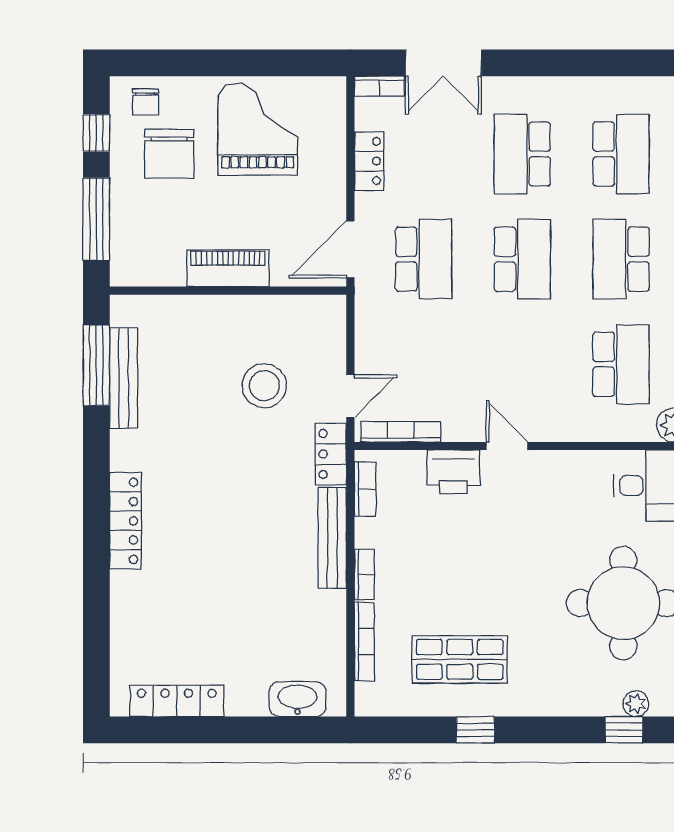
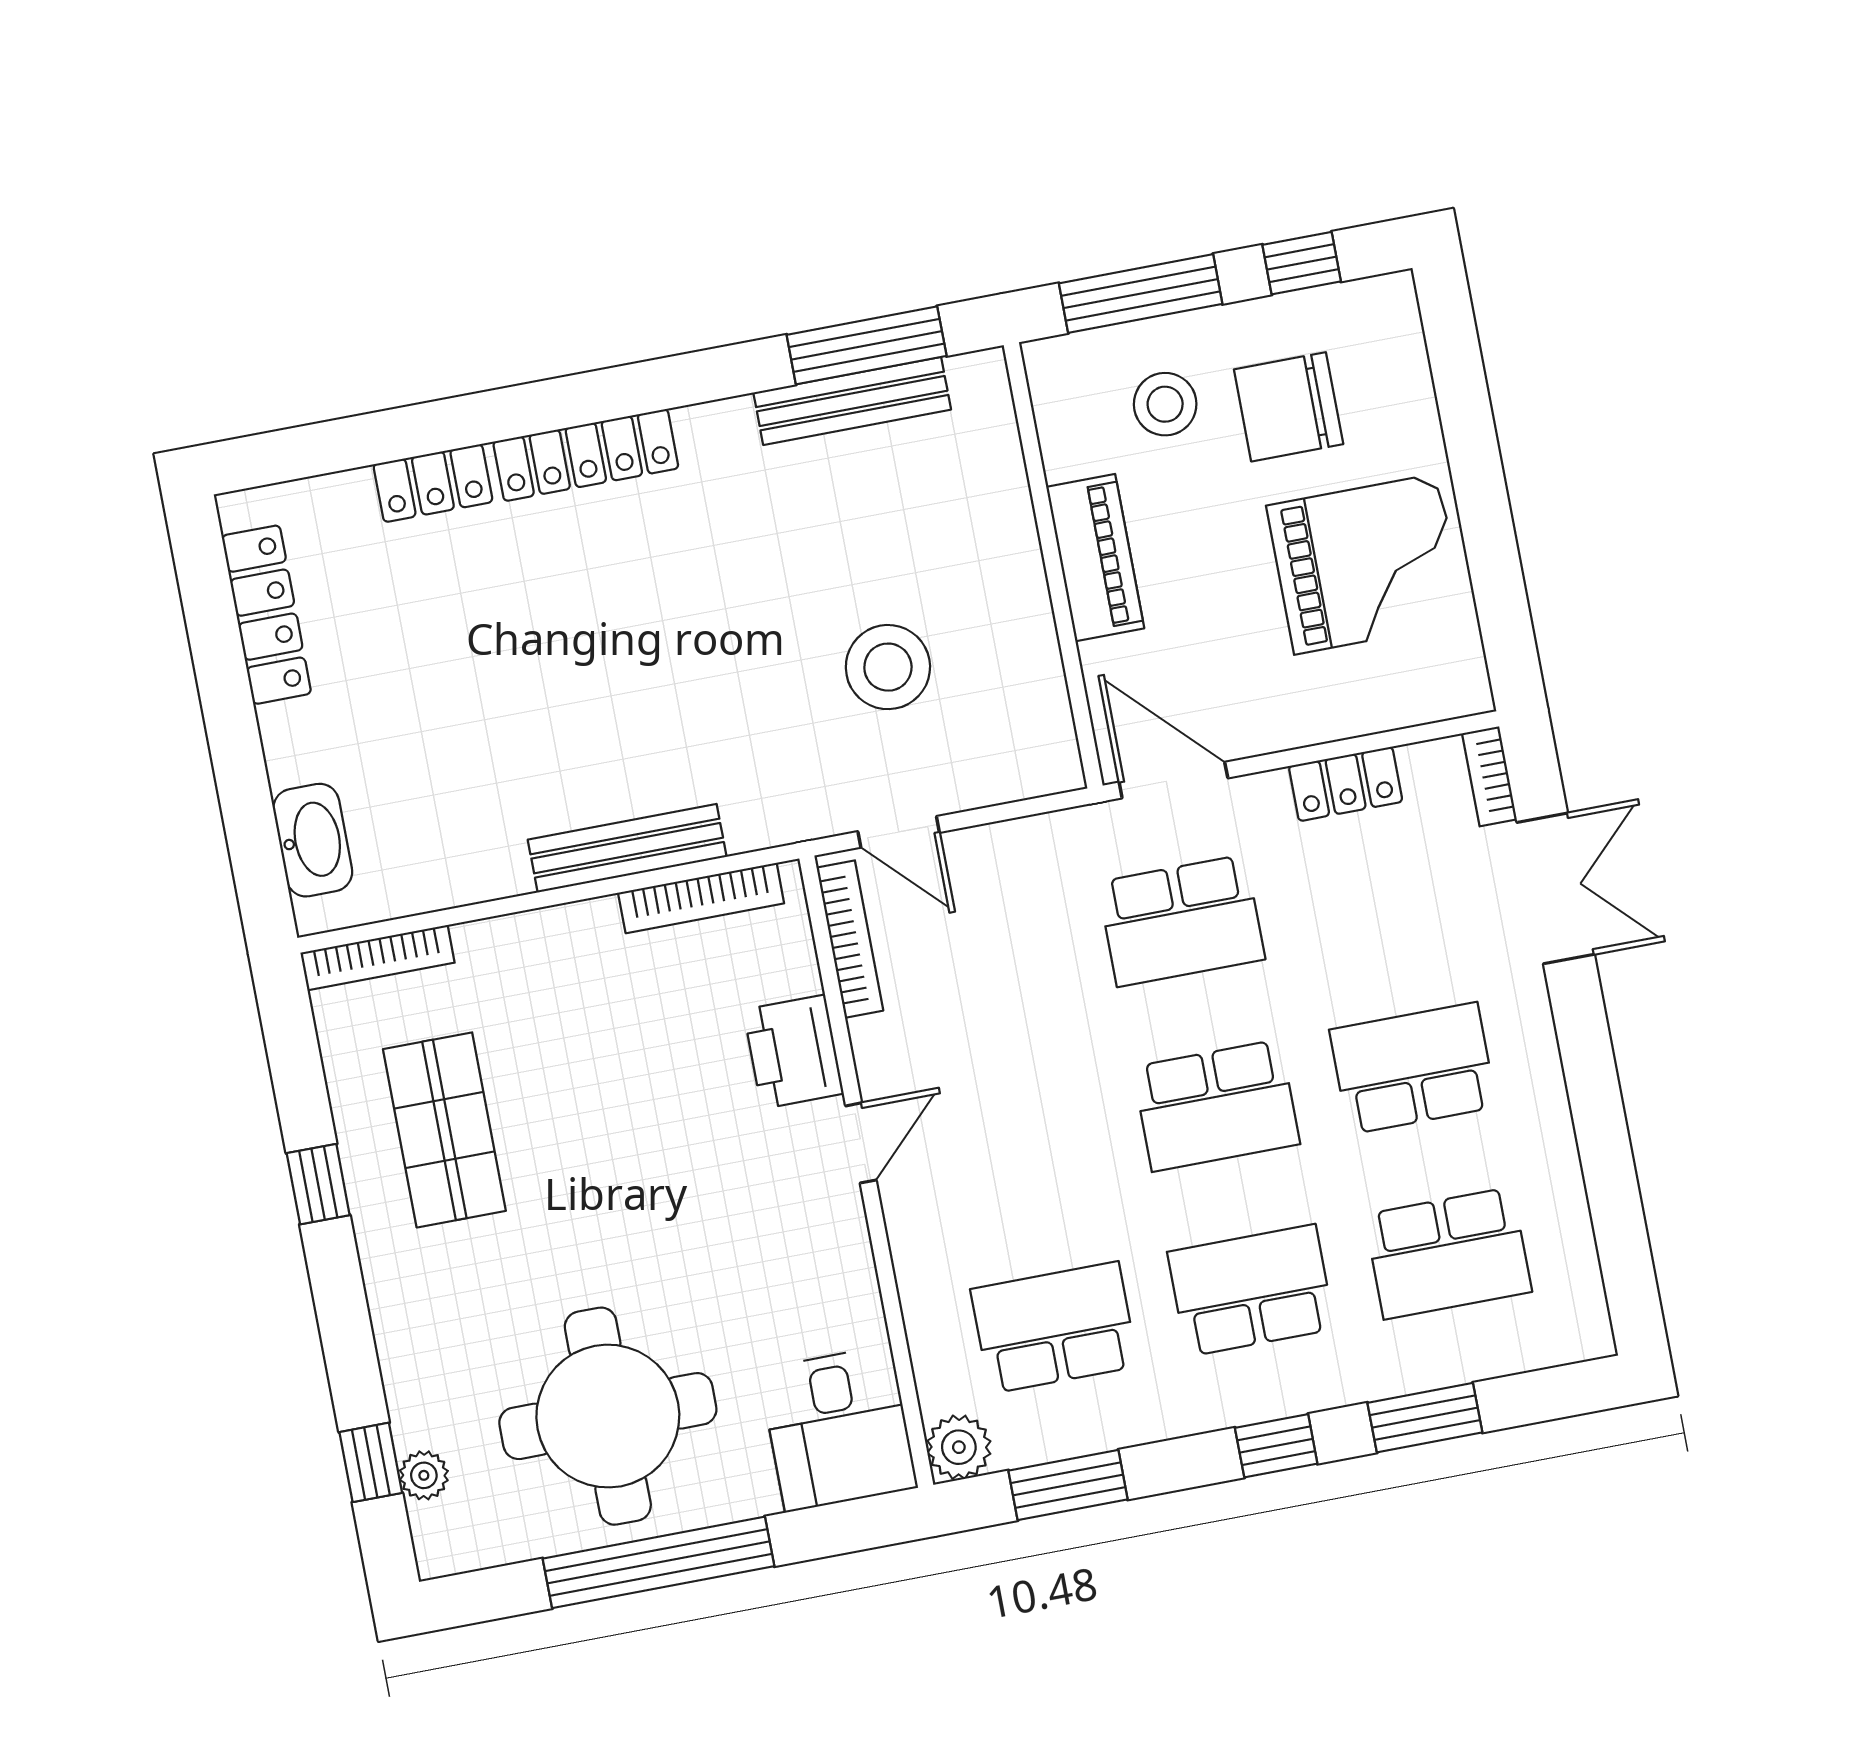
double door: (443, 63) -> (1556, 888), swing flipped
chair: (145, 102) -> (1377, 344), removed
stool: (156, 217) -> (1165, 404), added
school desk: (621, 364) -> (1054, 1328), turned 180
locker: (331, 454) -> (433, 483), moved, turned 180
bookcase: (365, 489) -> (701, 898), width x1.56
bookcase: (364, 575) -> (570, 921), removed
bookcase: (364, 642) -> (377, 958), moved

